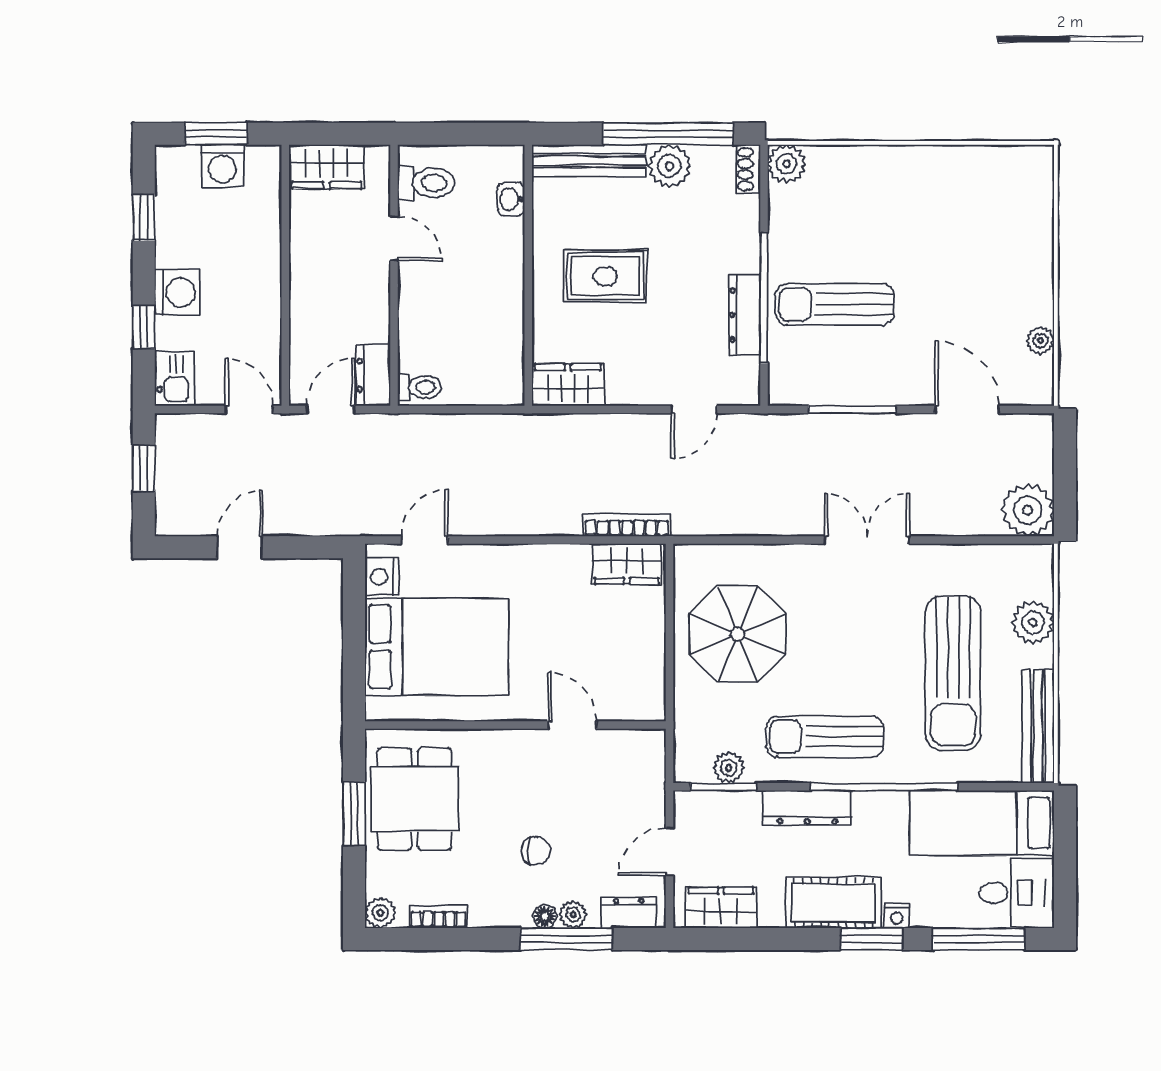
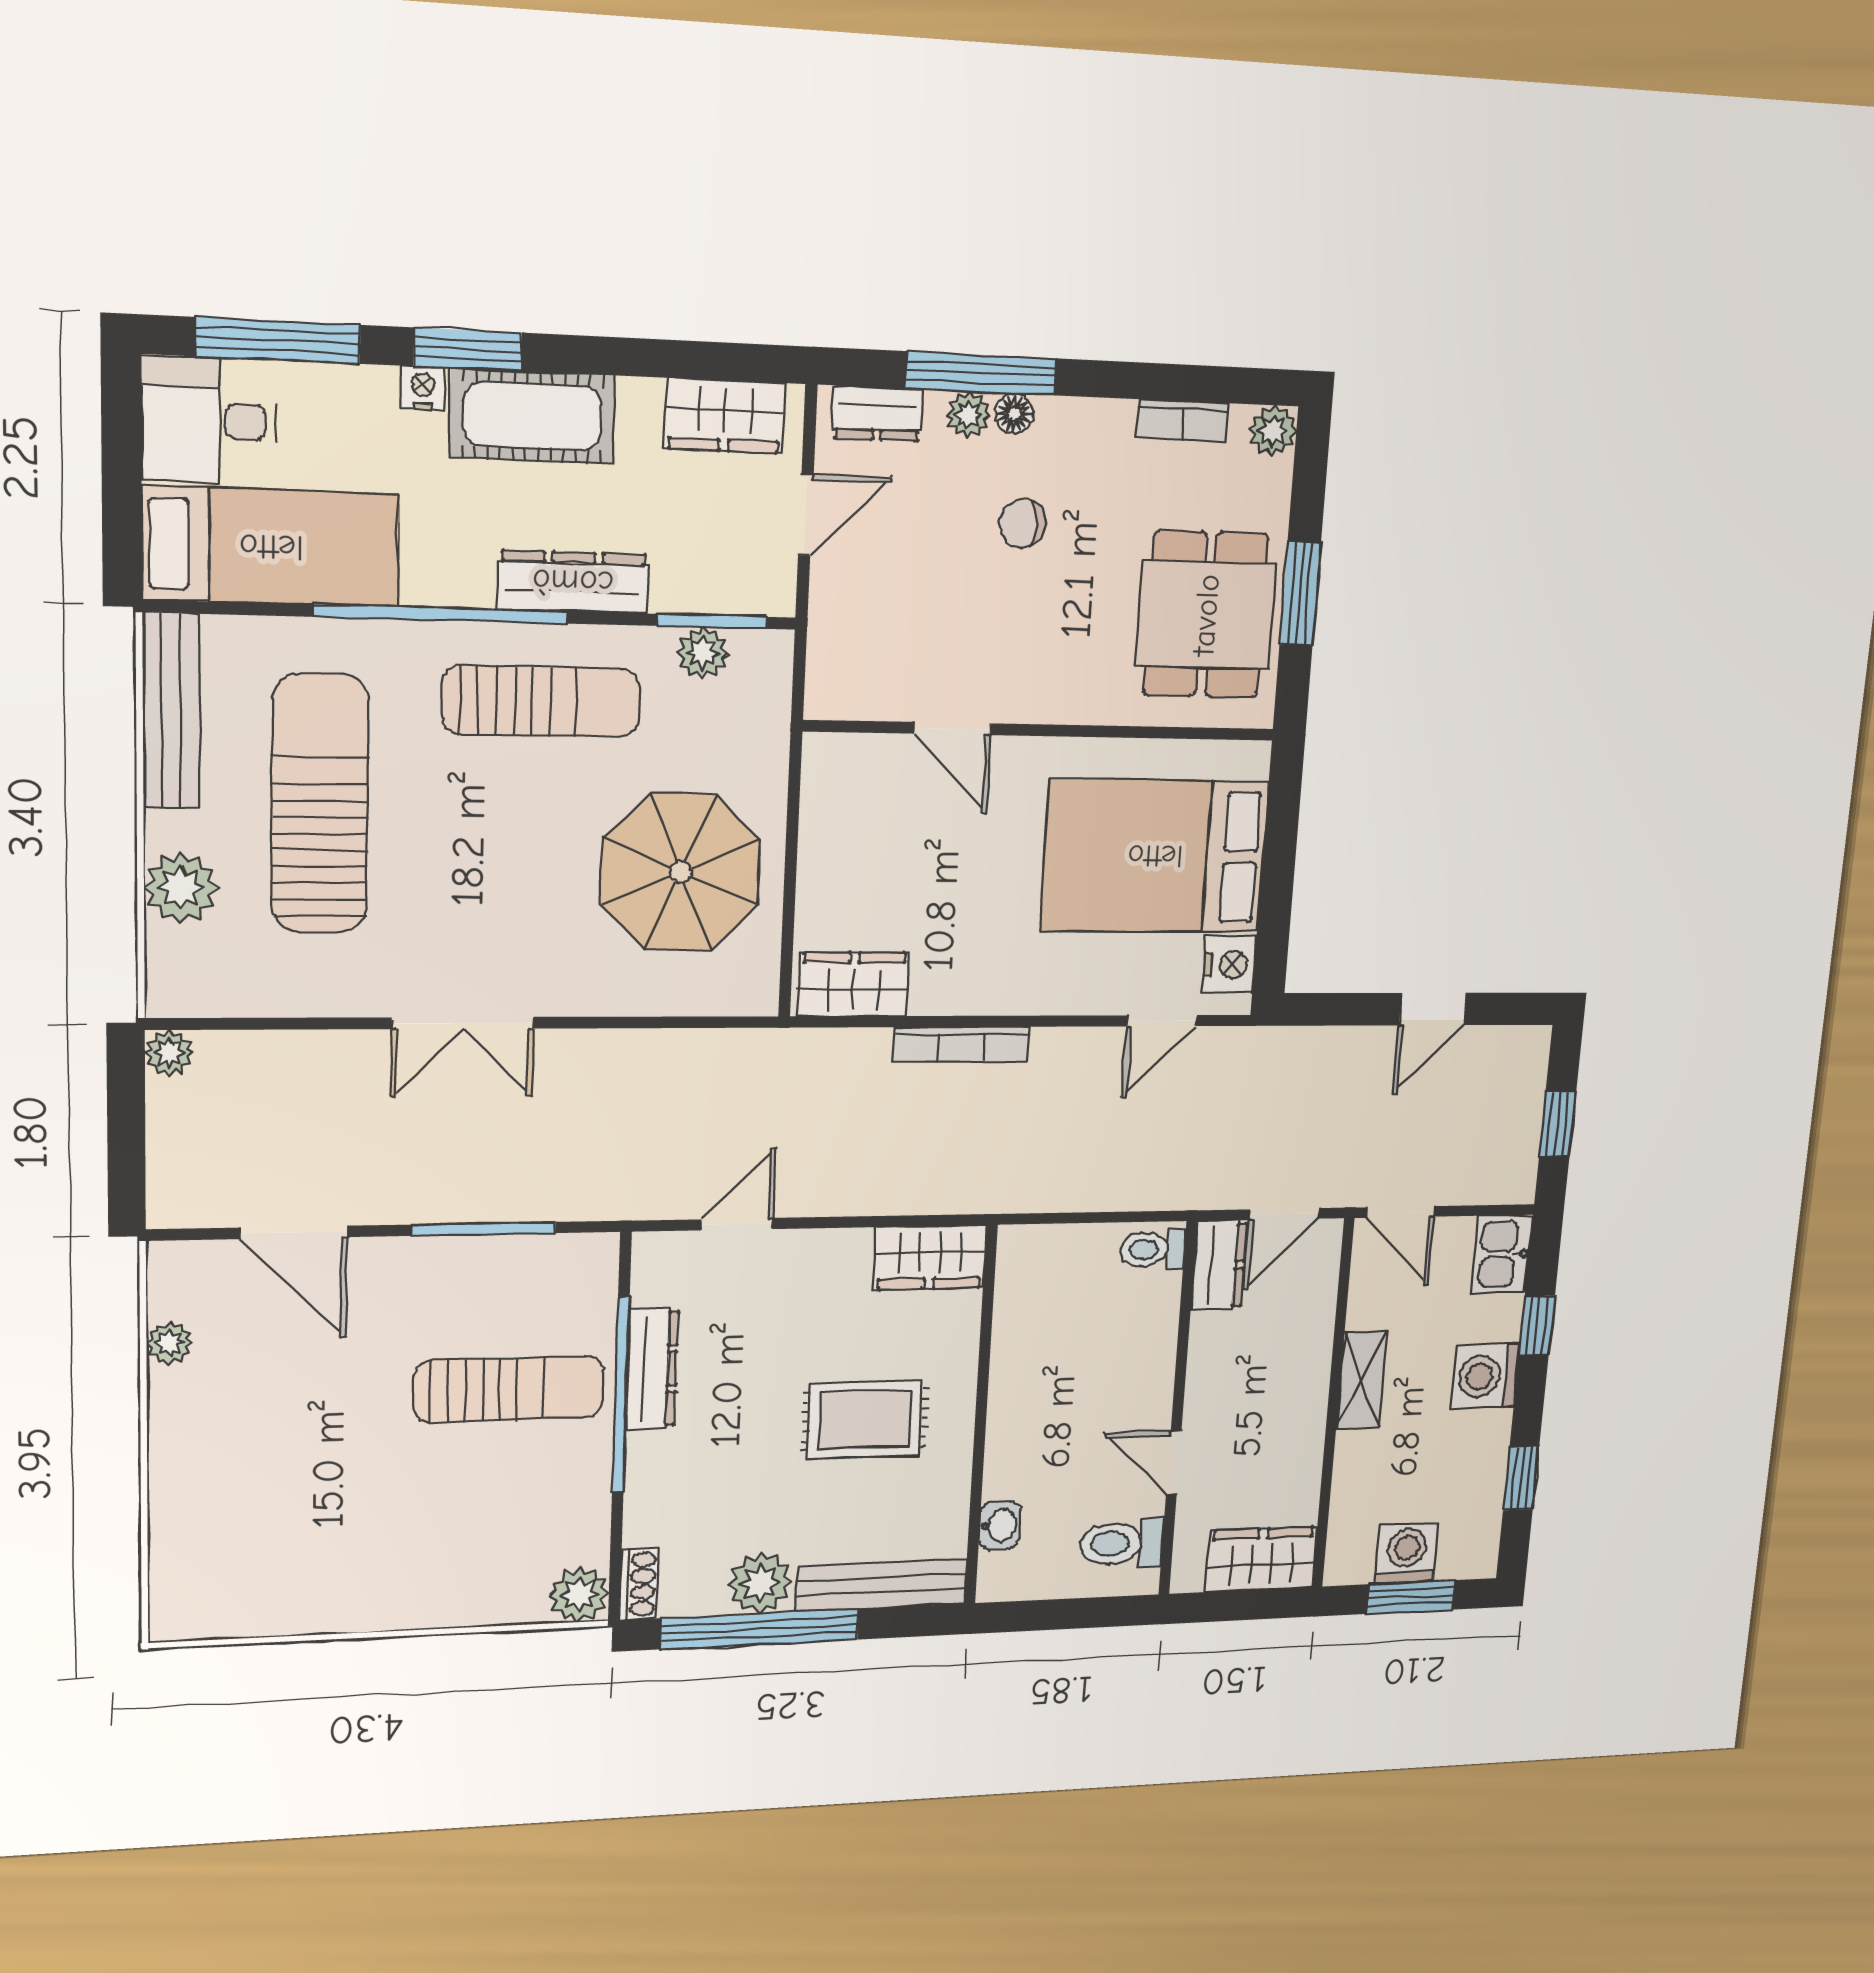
shelving: (266, 292) -> (1362, 1380), added
plant: (1028, 510) -> (169, 1053), width x0.53, depth x0.53
bookcase: (627, 525) -> (961, 1044), moved

